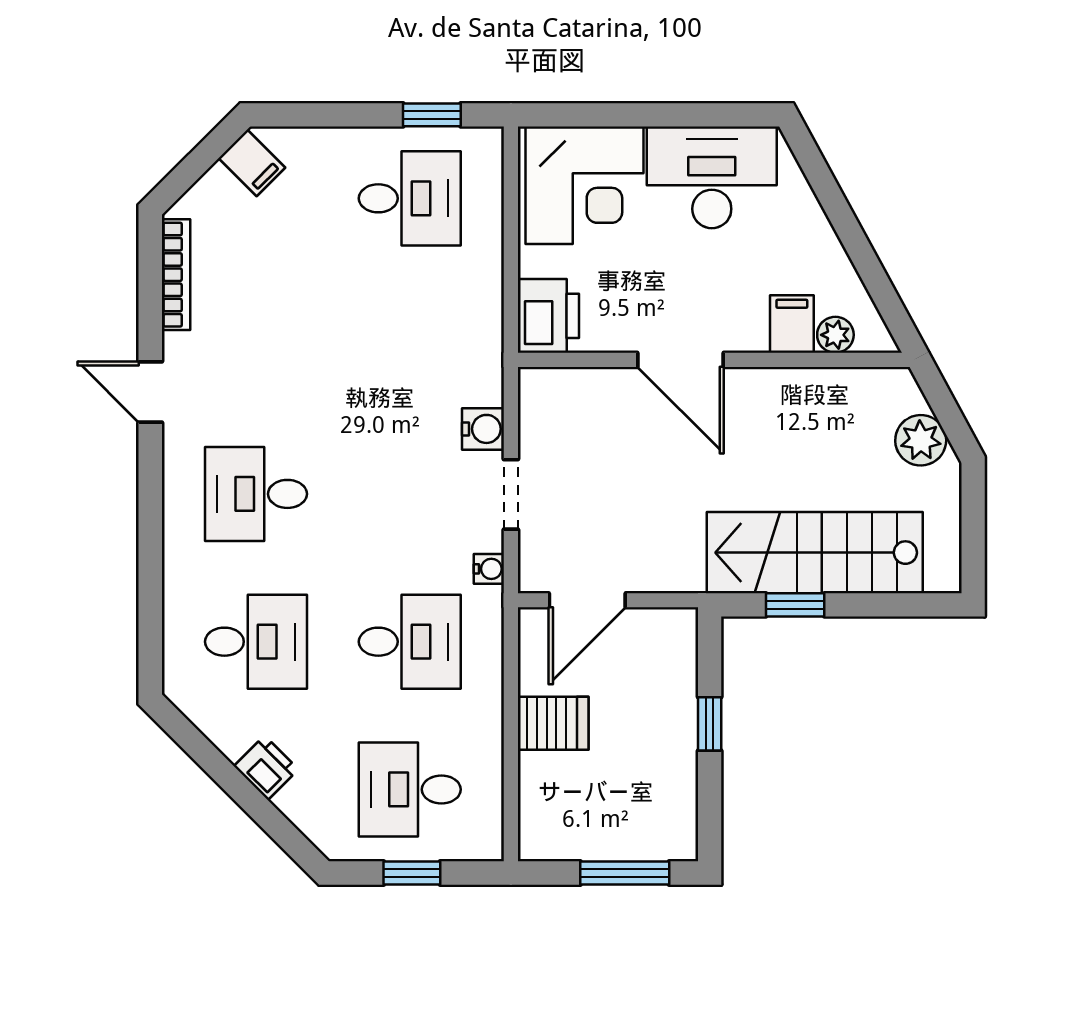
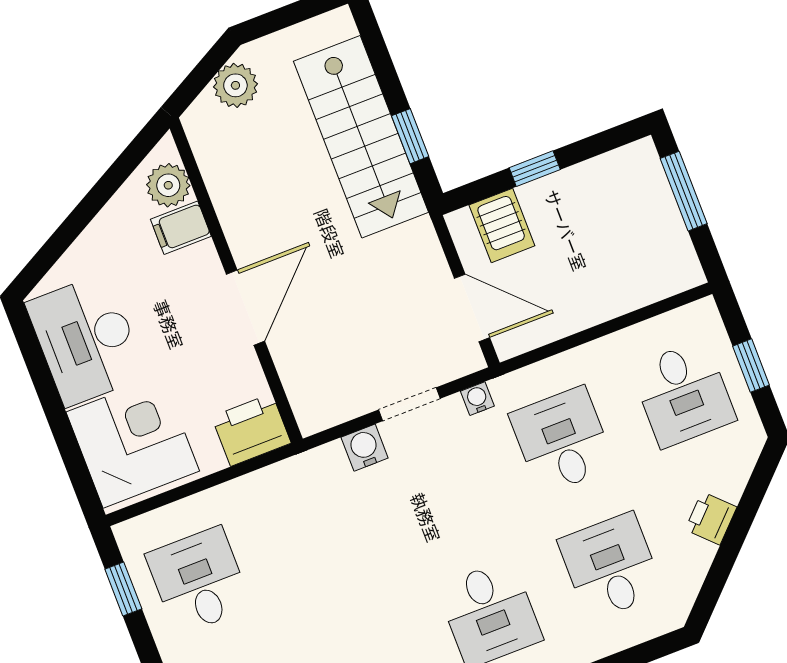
plant: (835, 335) -> (168, 185), width x1.38, depth x1.38
server rack: (553, 723) -> (502, 225), moved, turned 180

